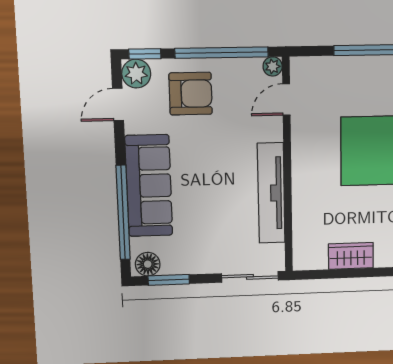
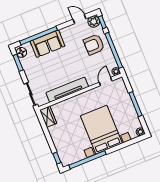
armchair: (191, 94) -> (94, 45), turned 90
door: (286, 99) -> (106, 82), hinge flipped
sofa: (149, 186) -> (48, 44), width x0.73
wardrobe: (351, 256) -> (48, 117), moved

